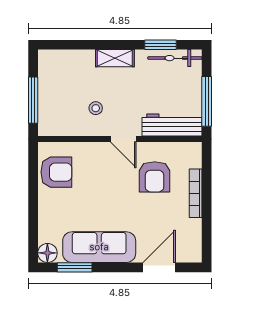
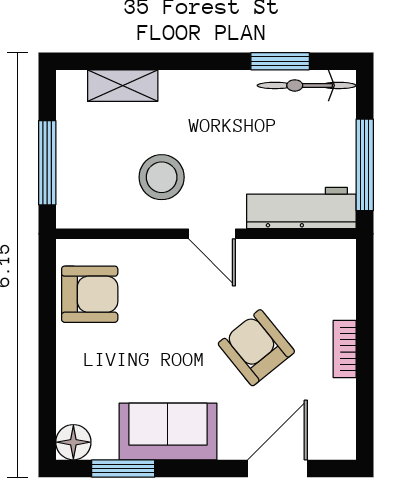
shelving: (115, 58) -> (123, 86), moved
stool: (96, 108) -> (162, 177), width x1.89, depth x1.89
armchair: (155, 177) -> (256, 348), moved, turned 141
bookcase: (196, 193) -> (345, 349), width x0.64
sofa: (99, 247) -> (168, 432), width x0.73

